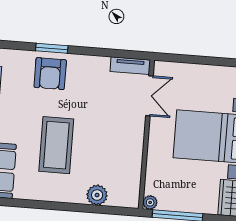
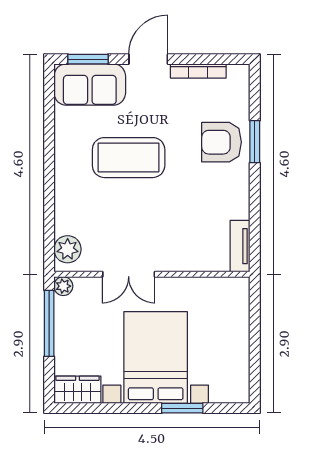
double door: (149, 96) -> (129, 274), moved
plant: (97, 195) -> (68, 249), moved

